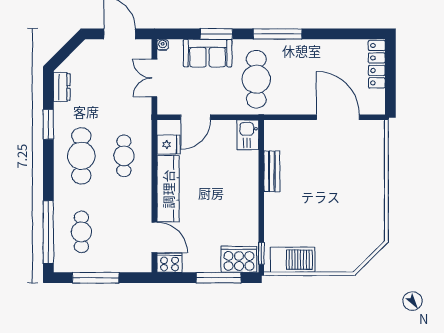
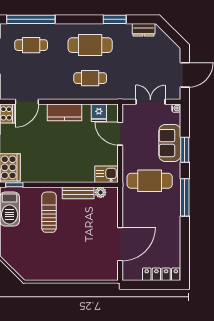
plant: (271, 142) -> (101, 192), added
kitchen counter: (168, 189) -> (65, 112), width x0.67
sun lounger: (297, 209) -> (49, 212), added

